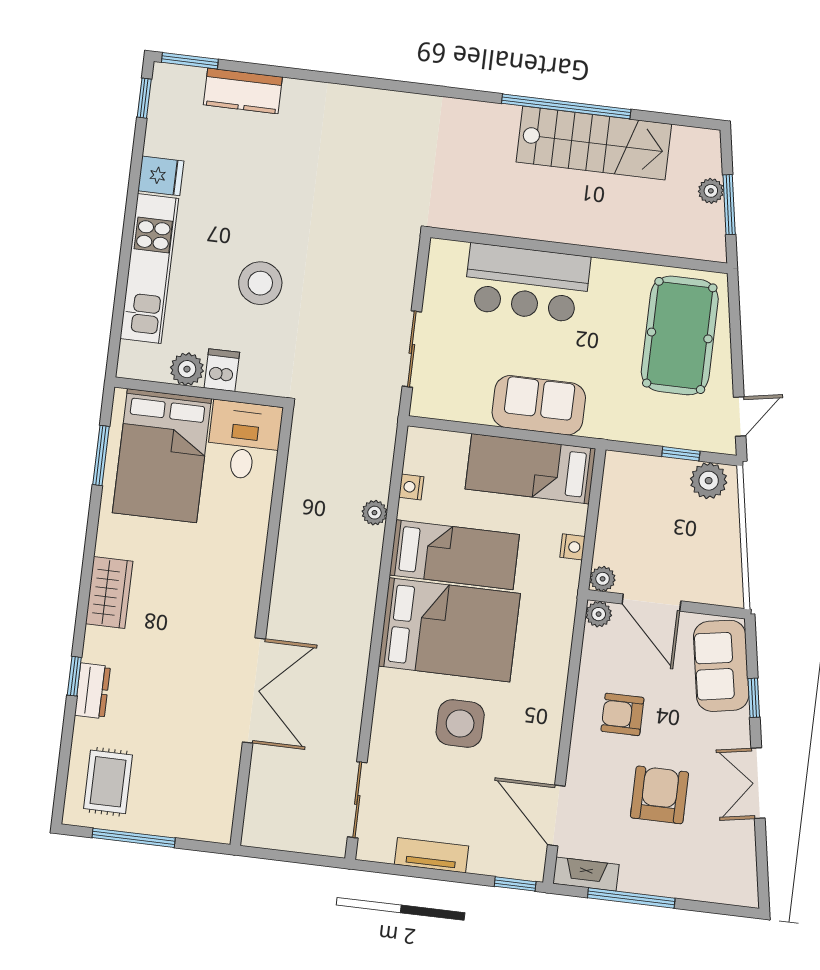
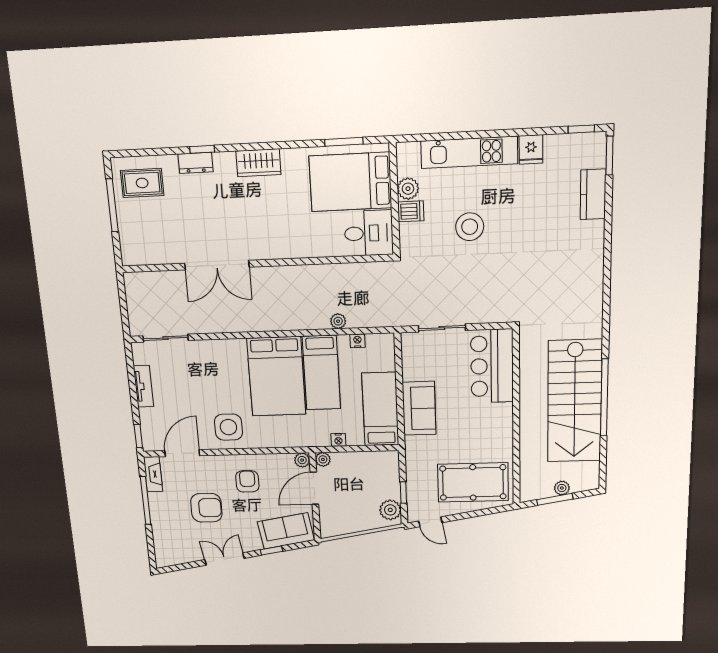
stairs: (594, 143) -> (575, 401), width x1.36, depth x1.51
bar counter: (527, 283) -> (492, 366), moved
side table: (460, 724) -> (228, 427), moved

